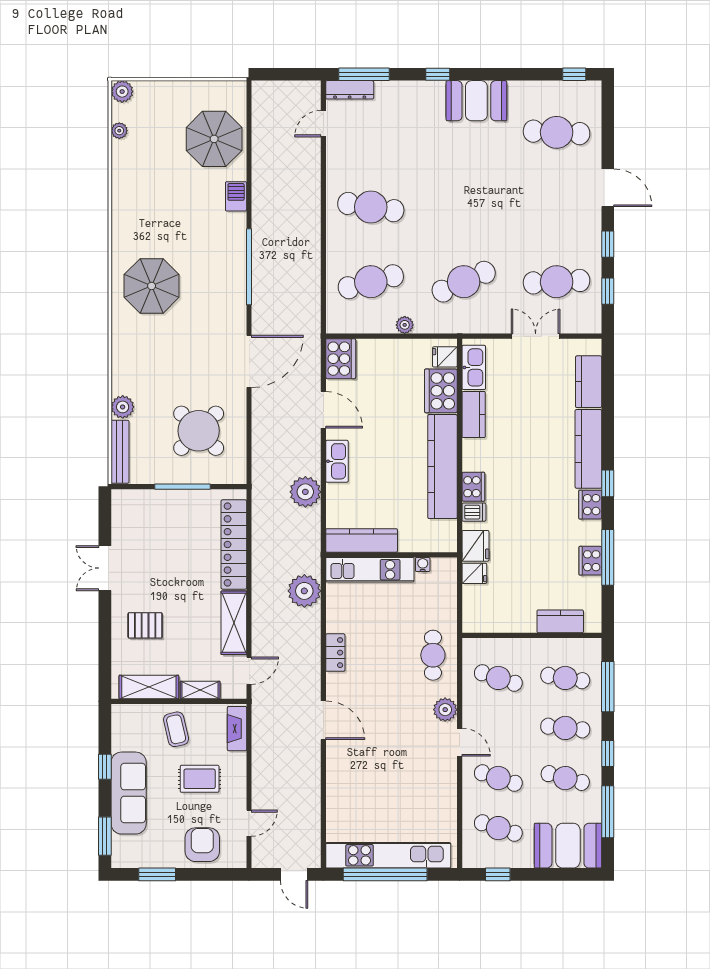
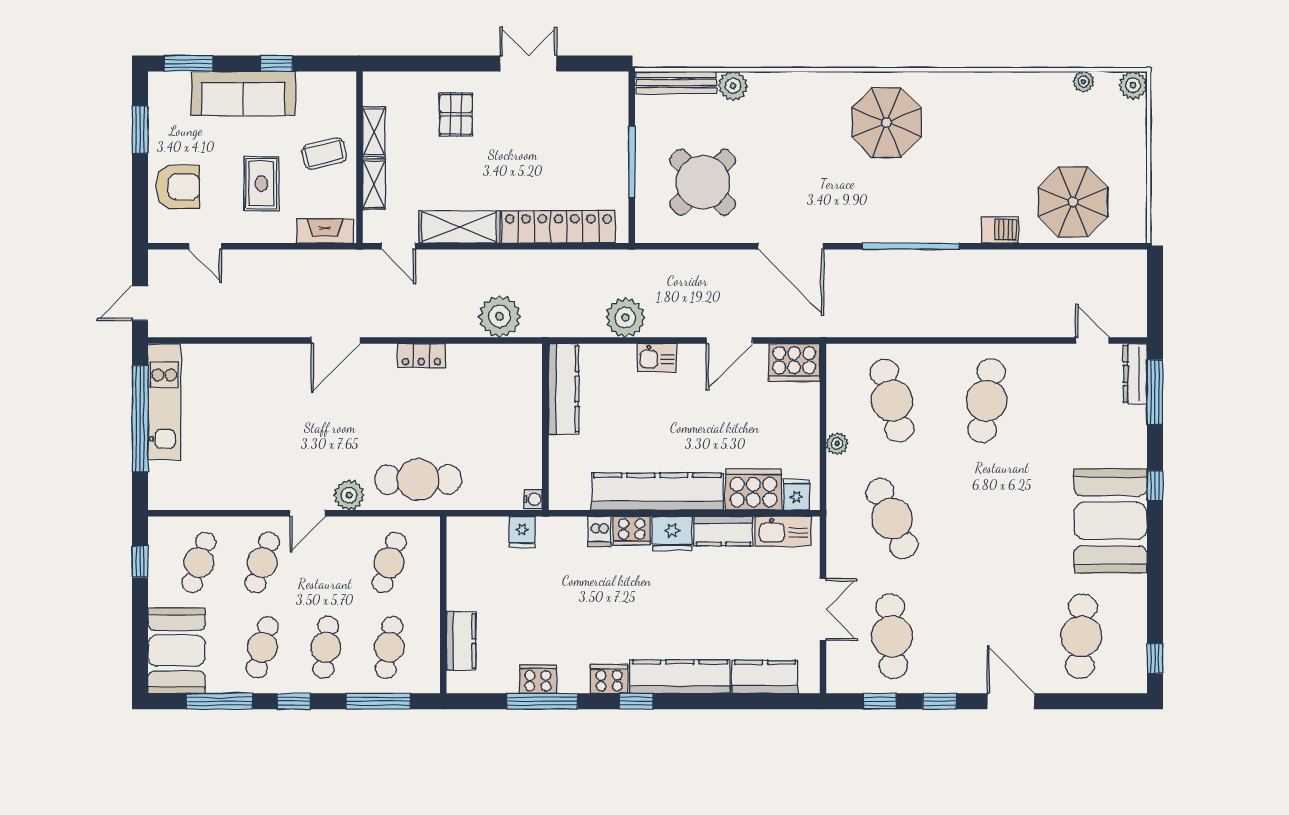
booth: (476, 101) -> (1111, 521), width x1.36, depth x1.42
door: (608, 188) -> (1011, 701), swing flipped
kitchen sink: (337, 461) -> (657, 358), width x0.73
fridge: (475, 546) -> (672, 533), moved
water cooler: (423, 565) -> (533, 499), moved
kitchen unit: (370, 570) -> (526, 399), removed
cafe table: (433, 655) -> (418, 480), width x1.37, depth x1.35
shelving: (149, 687) -> (374, 132), width x0.67, depth x0.75
kitchen unit: (388, 855) -> (164, 402), width x0.73

